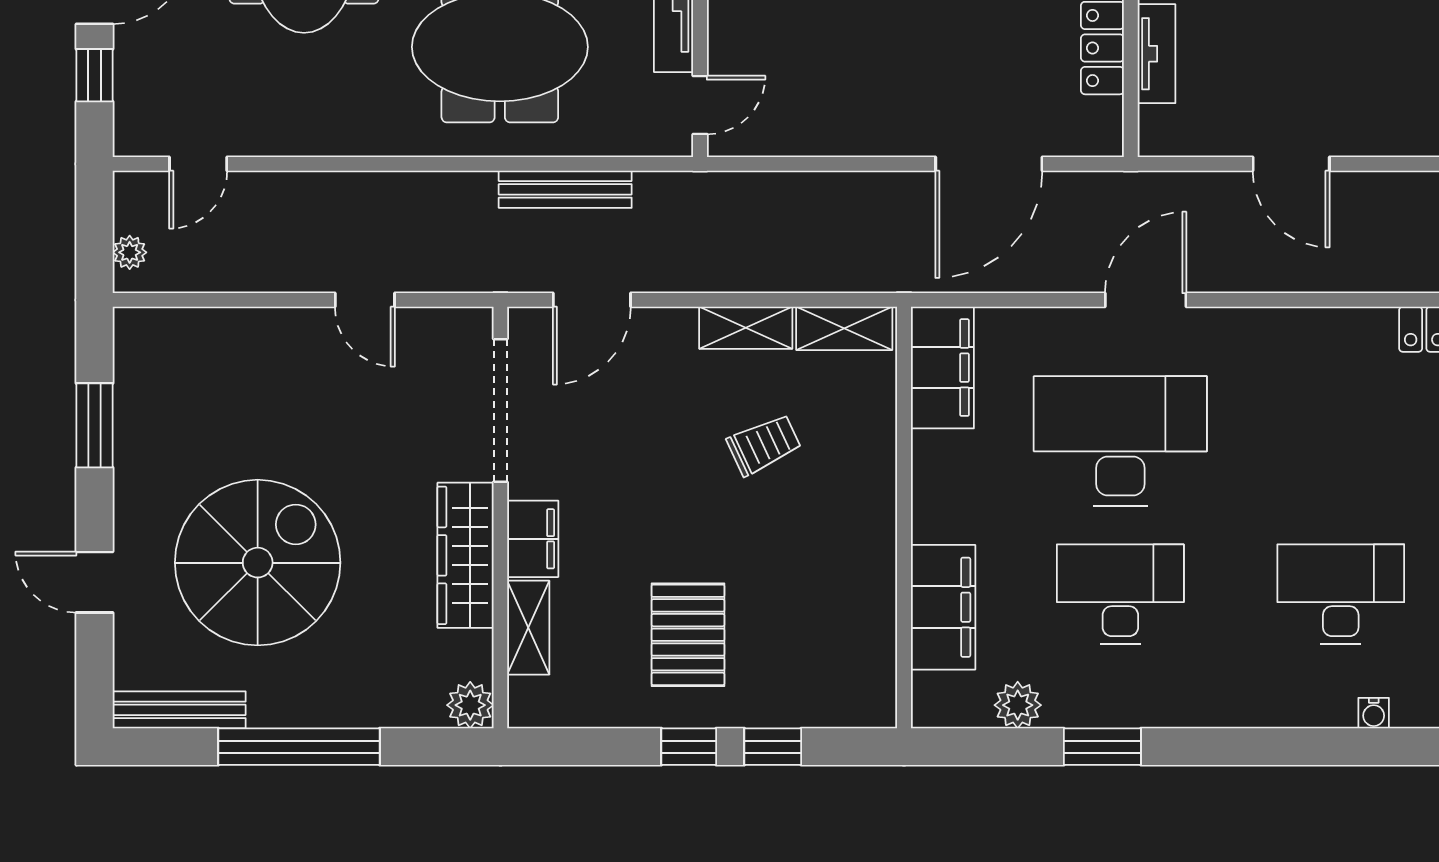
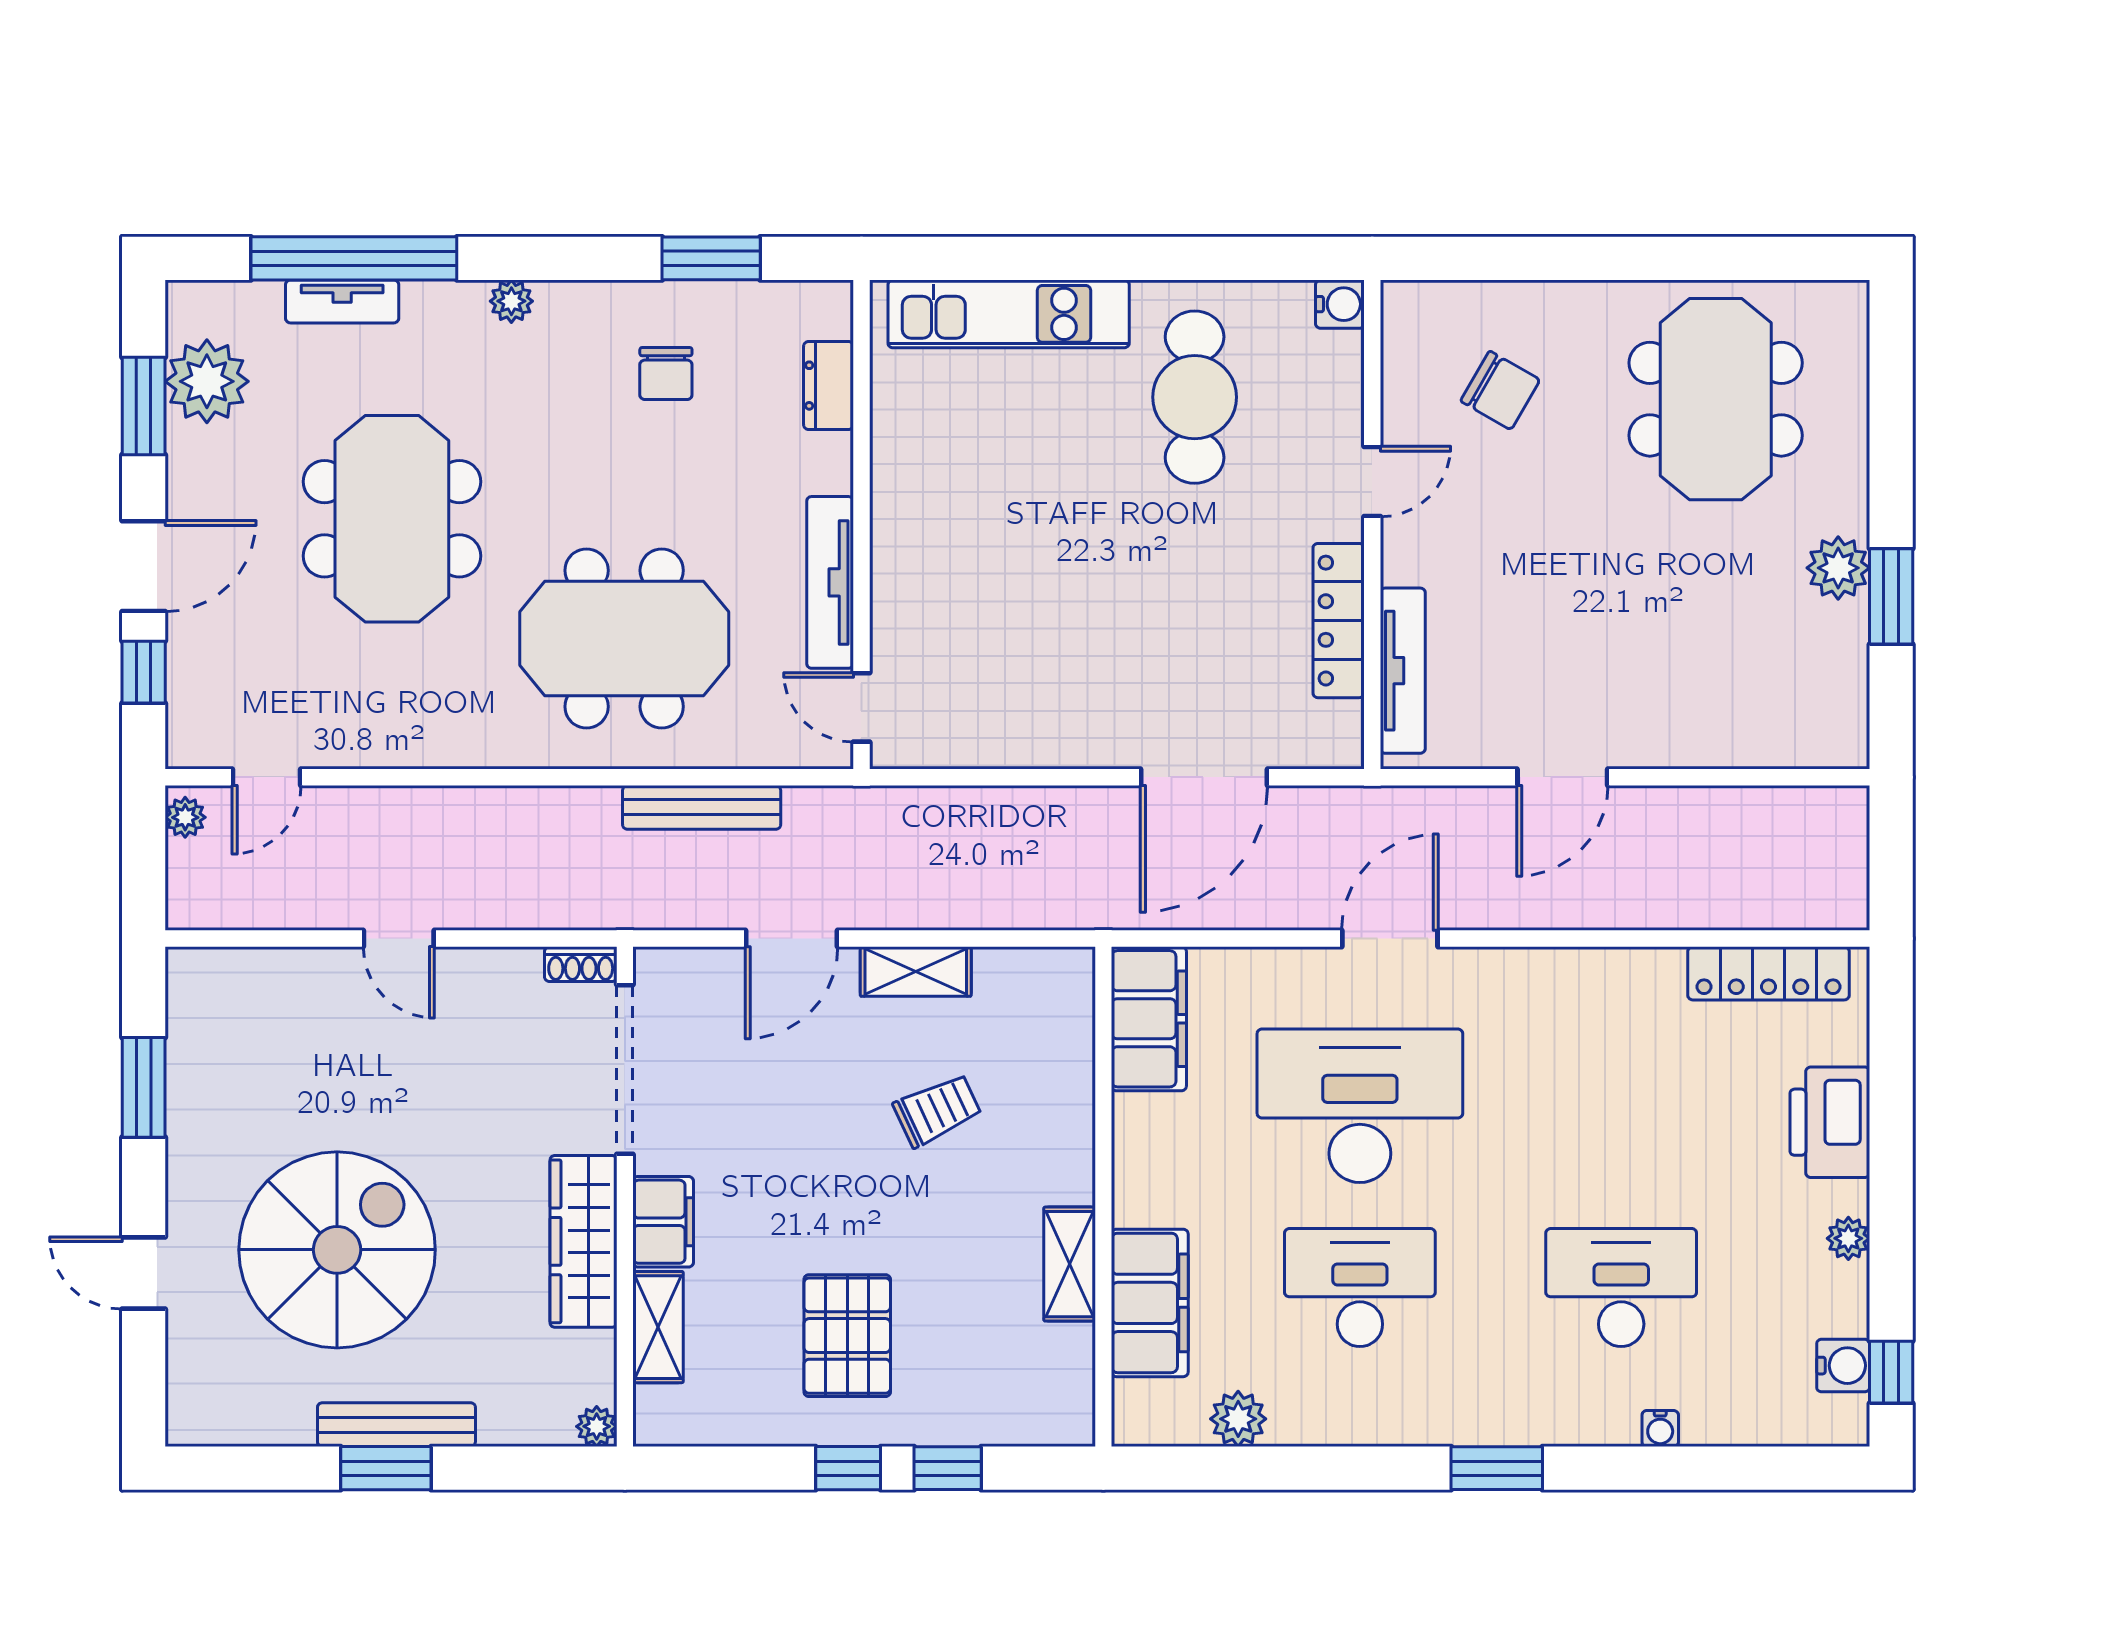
tv unit: (1156, 54) -> (1403, 671), width x1.41
door: (700, 105) -> (861, 707), swing flipped
door: (1291, 164) -> (1562, 777), hinge flipped
plant: (130, 252) -> (185, 817), moved
door: (365, 300) -> (399, 939), moved
door: (592, 300) -> (792, 939), moved
shoe rack: (463, 322) -> (581, 964), added
shelving: (844, 328) -> (1070, 1264), moved, turned 90
plant: (470, 705) -> (597, 1426), width x0.73, depth x0.73
bench: (179, 710) -> (396, 1425), moved
window: (299, 747) -> (386, 1468), width x0.47
window: (1102, 747) -> (1497, 1468), moved

